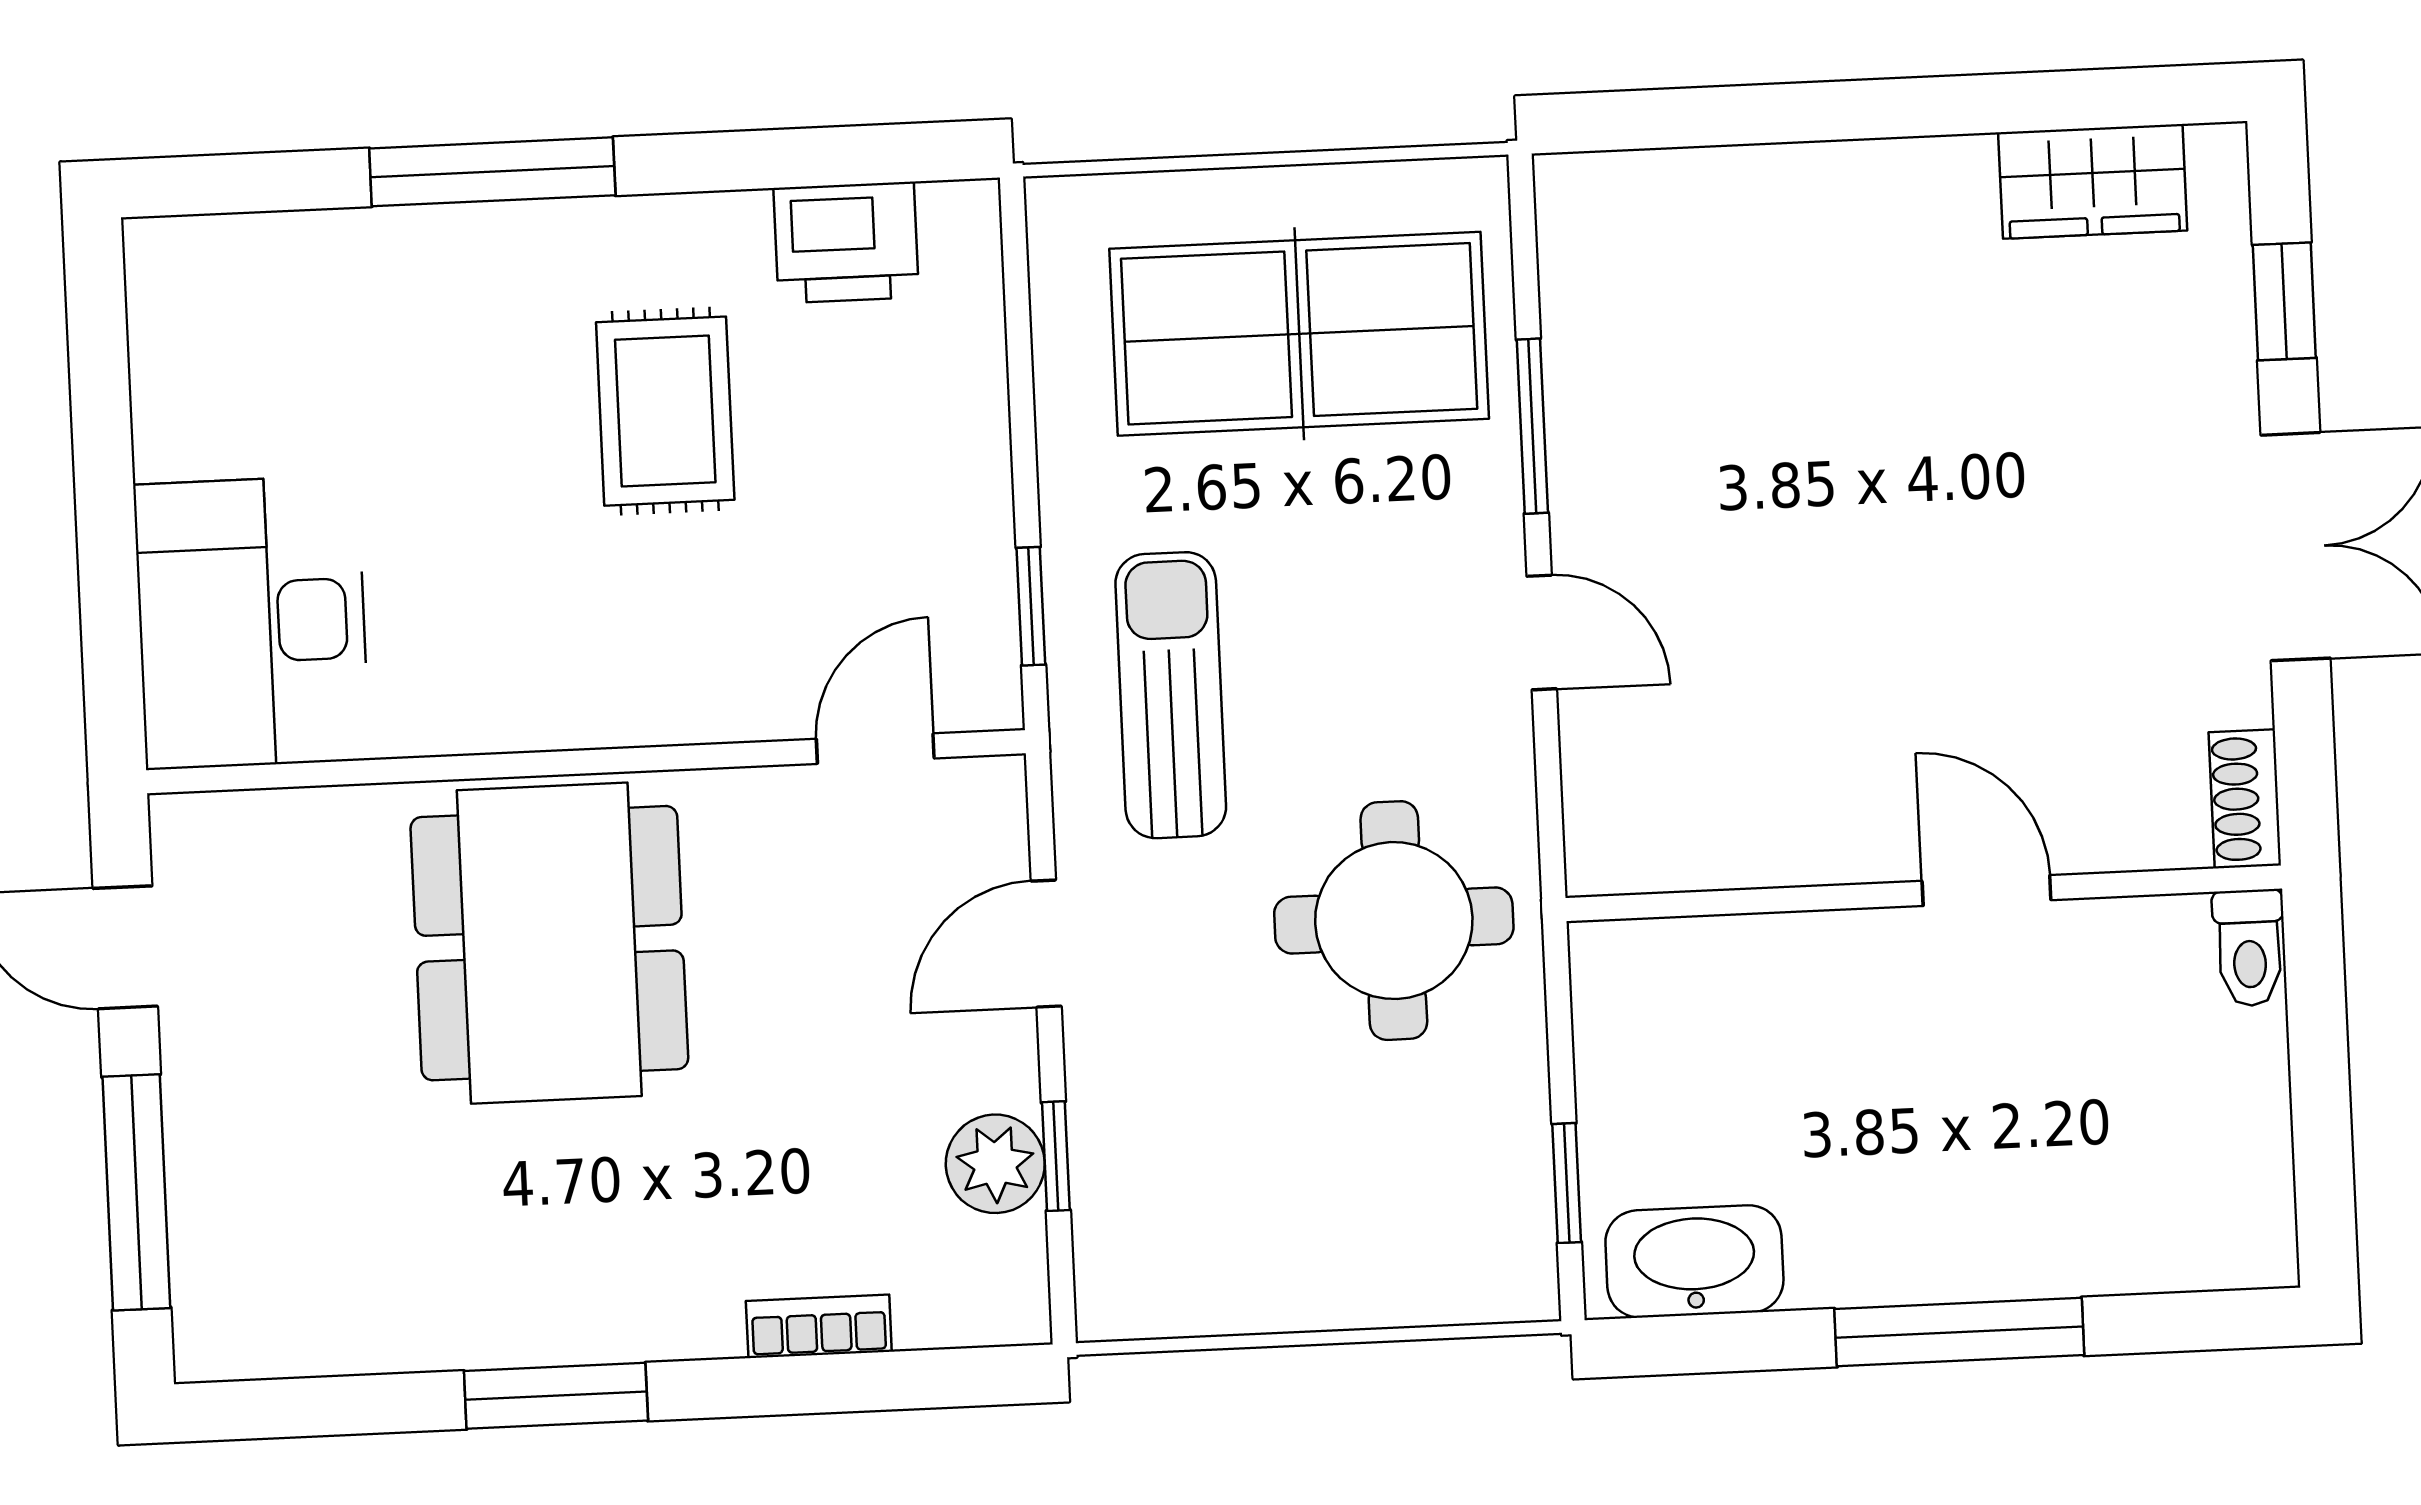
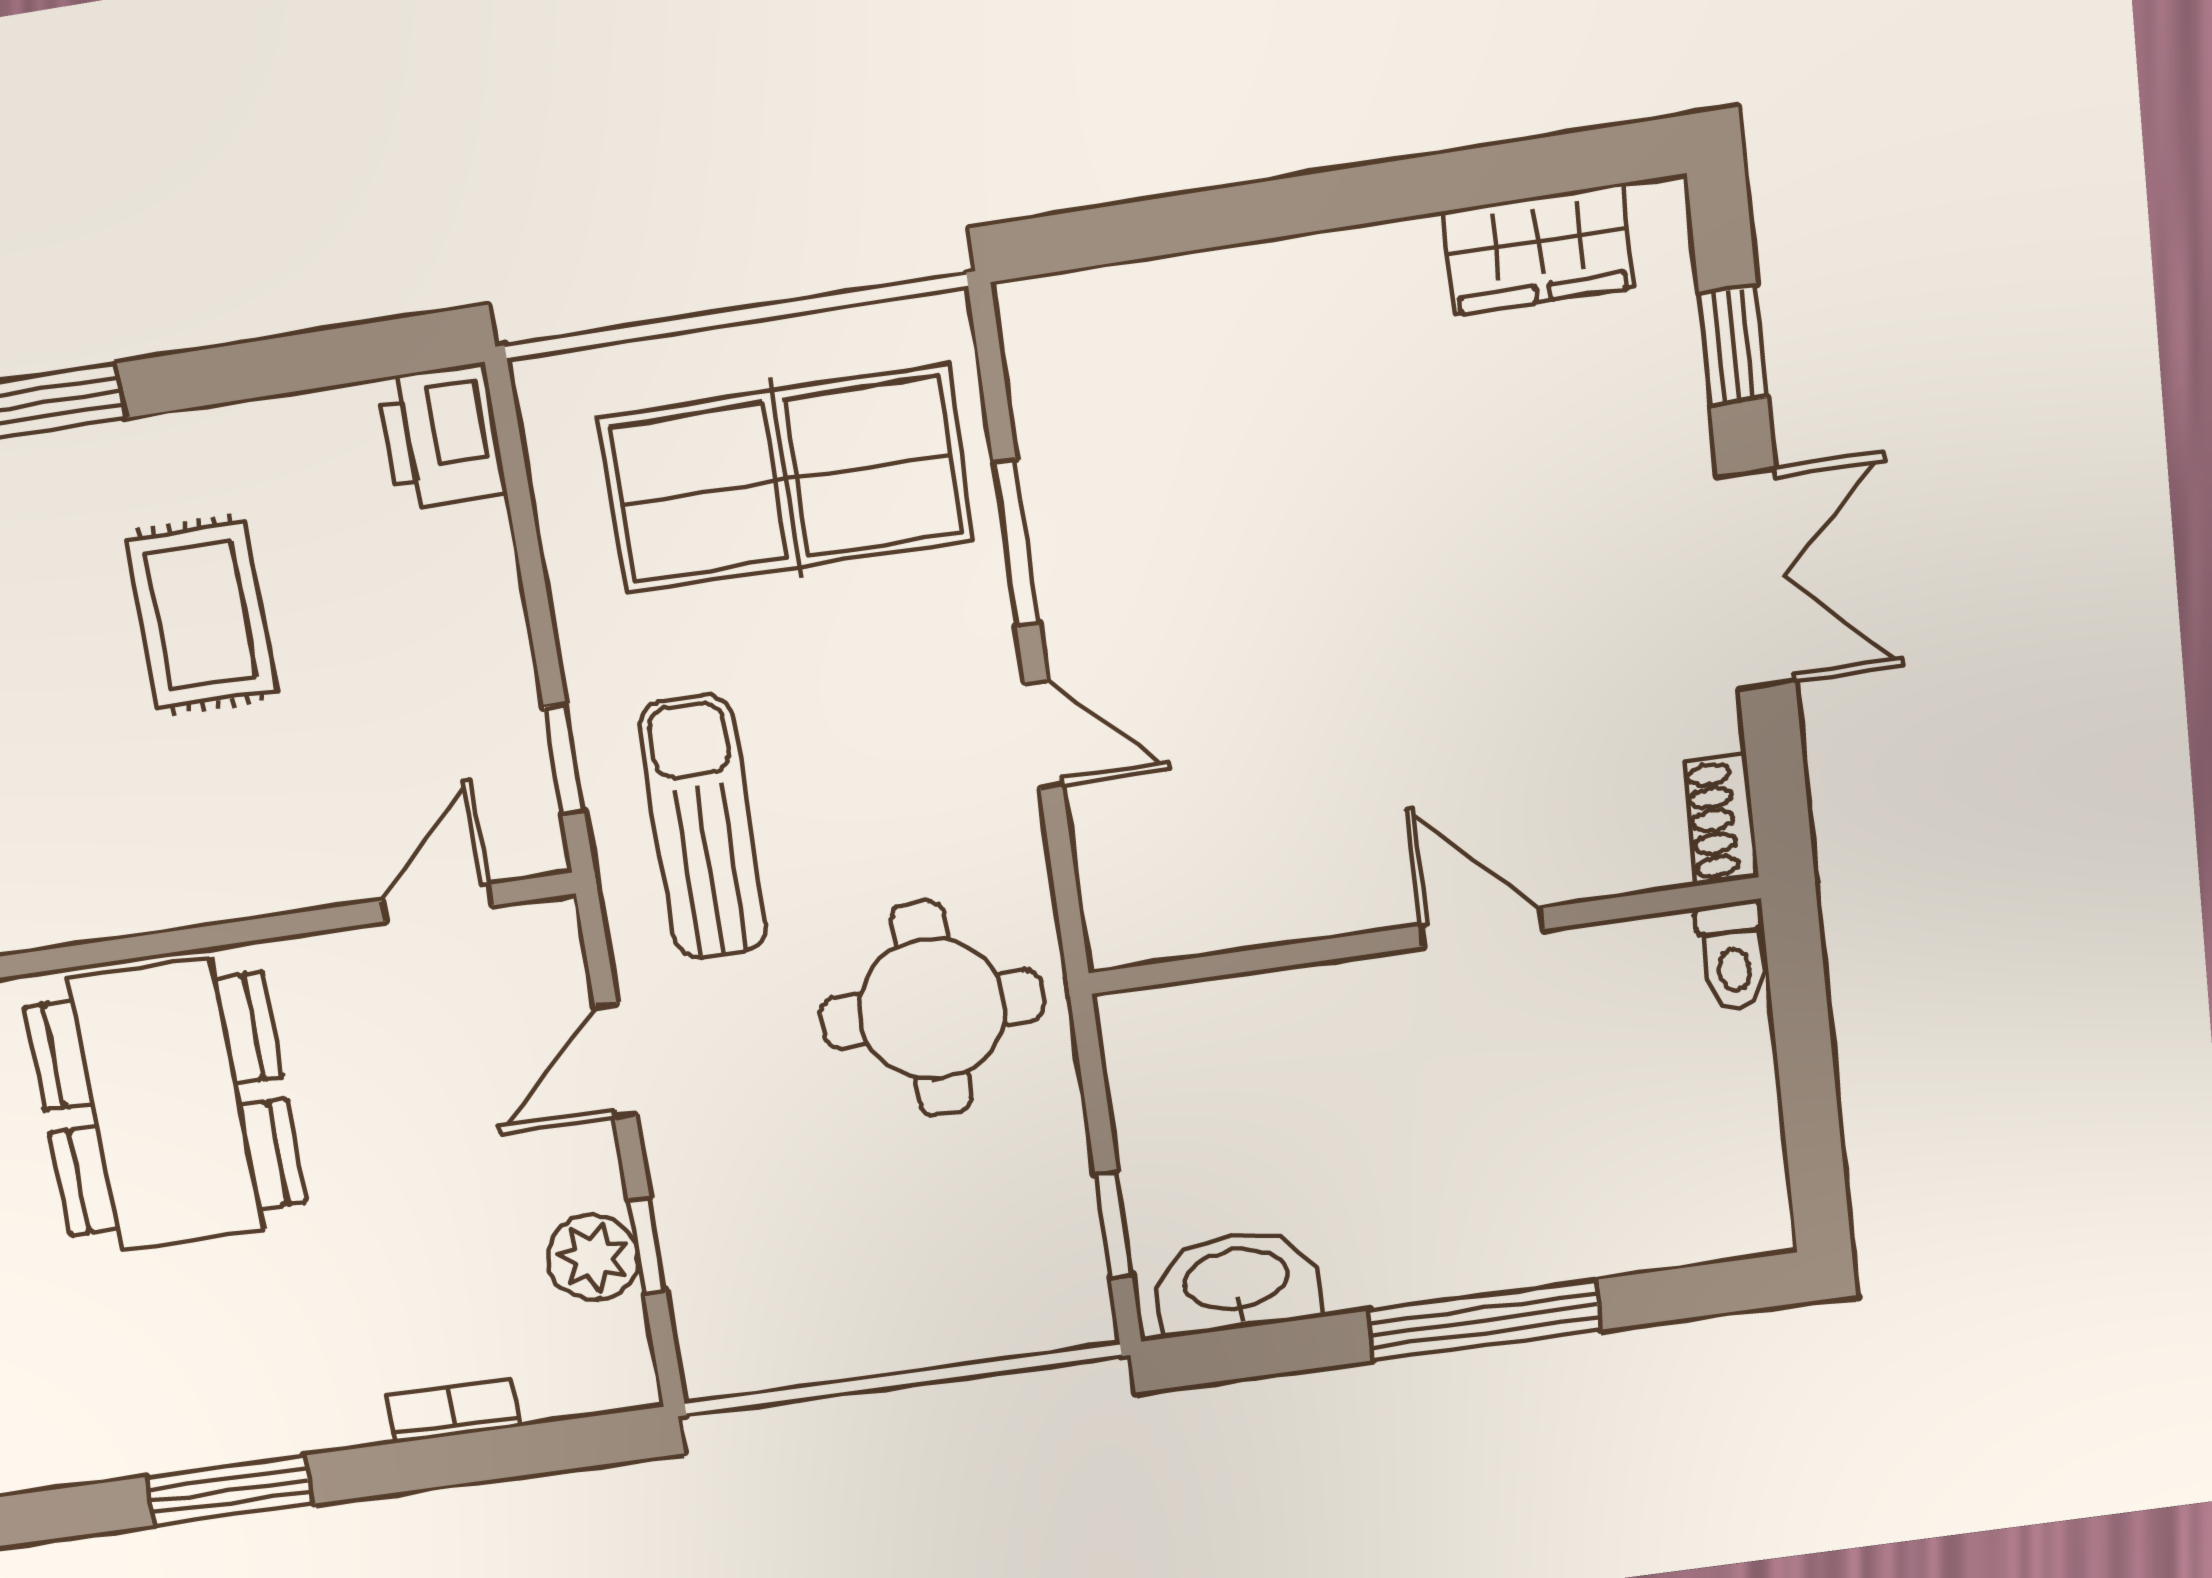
printer: (846, 243) -> (442, 436), moved, turned 90

